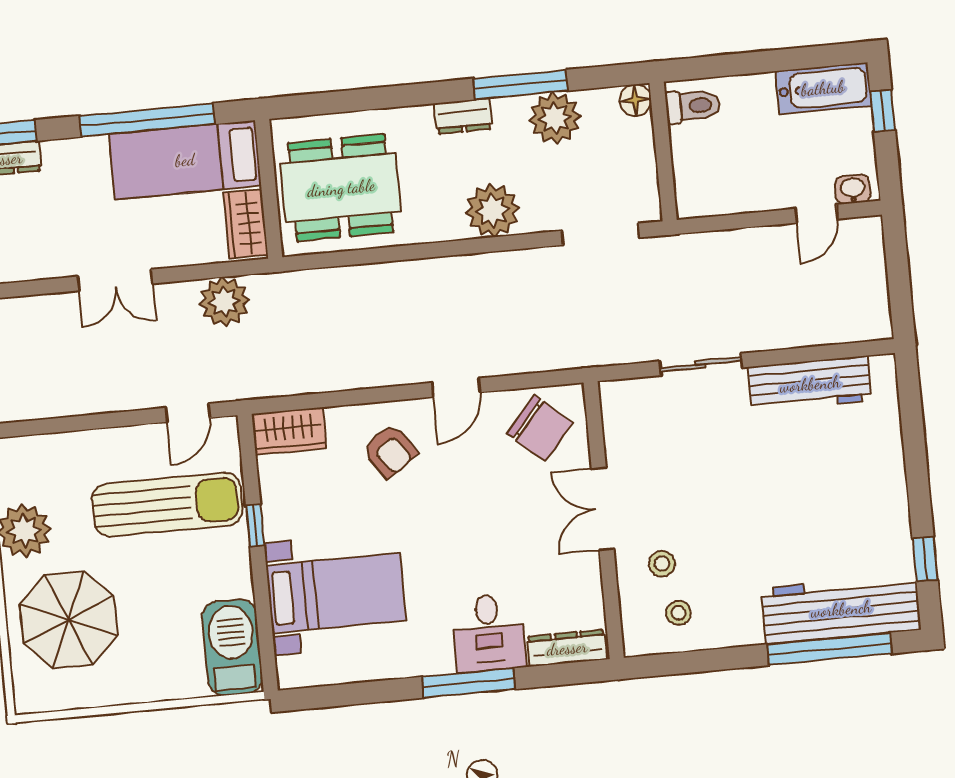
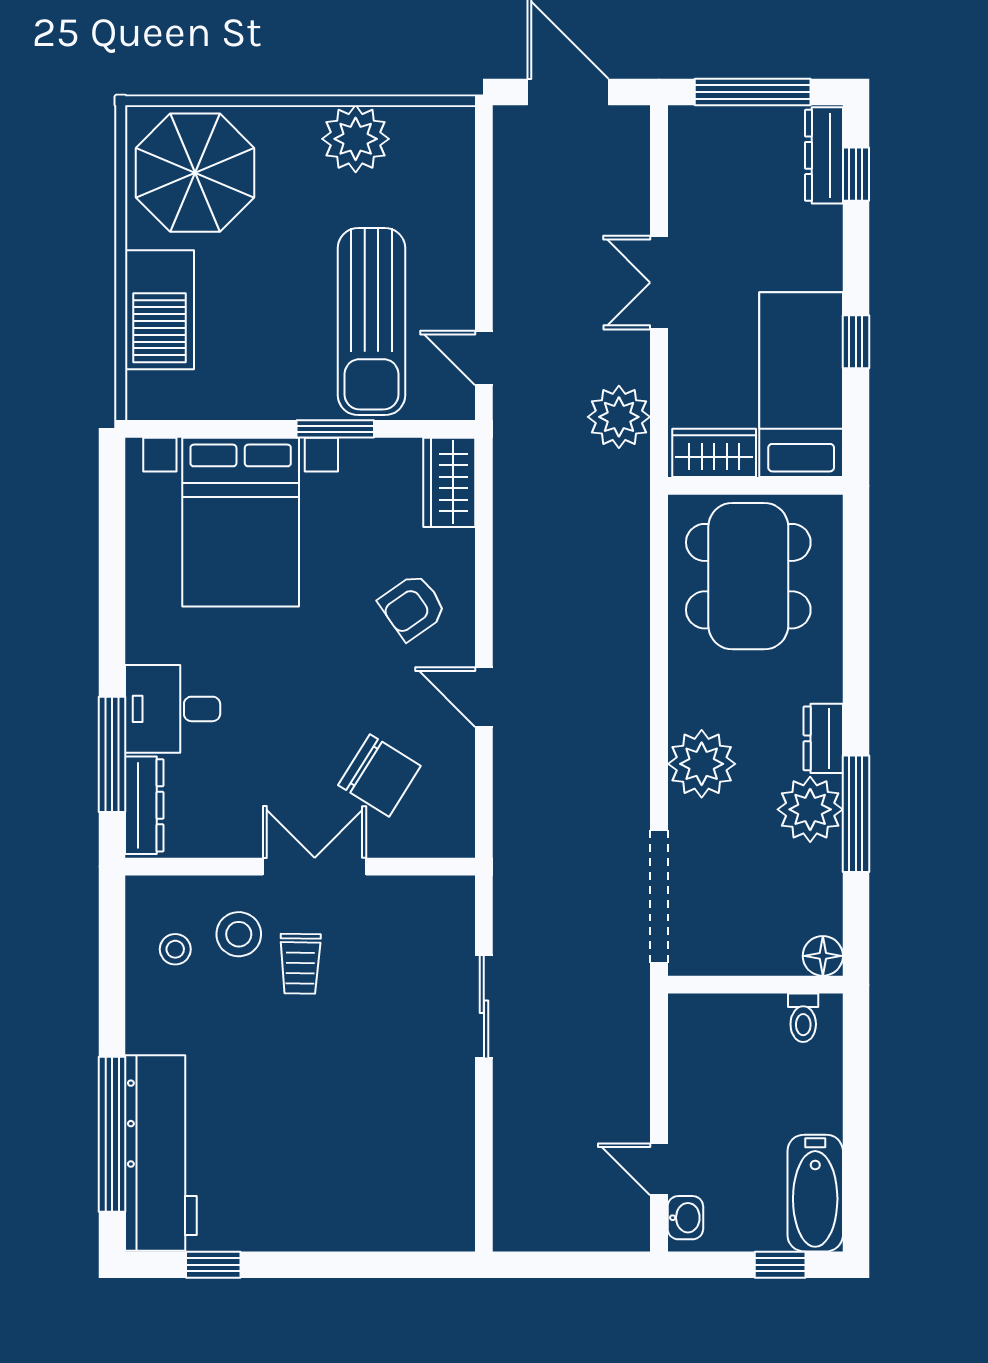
toilet: (693, 106) -> (803, 1018), width x0.73, depth x0.72
plant: (555, 118) -> (810, 809), moved
window: (147, 120) -> (856, 342), width x0.32
doorway: (600, 234) -> (659, 896), width x1.36
workbench: (810, 384) -> (447, 1141), removed
chair: (540, 428) -> (379, 776), moved, turned -99
trolley: (681, 513) -> (300, 964), added
window: (255, 525) -> (335, 429), width x1.50
stool: (662, 564) -> (239, 934), width x1.37, depth x1.37
bed with nightstands: (336, 593) -> (241, 522), width x1.36
parasol: (69, 620) -> (195, 173), moved
barbecue: (232, 647) -> (160, 310), moved, turned 90
window: (469, 683) -> (112, 754), moved

